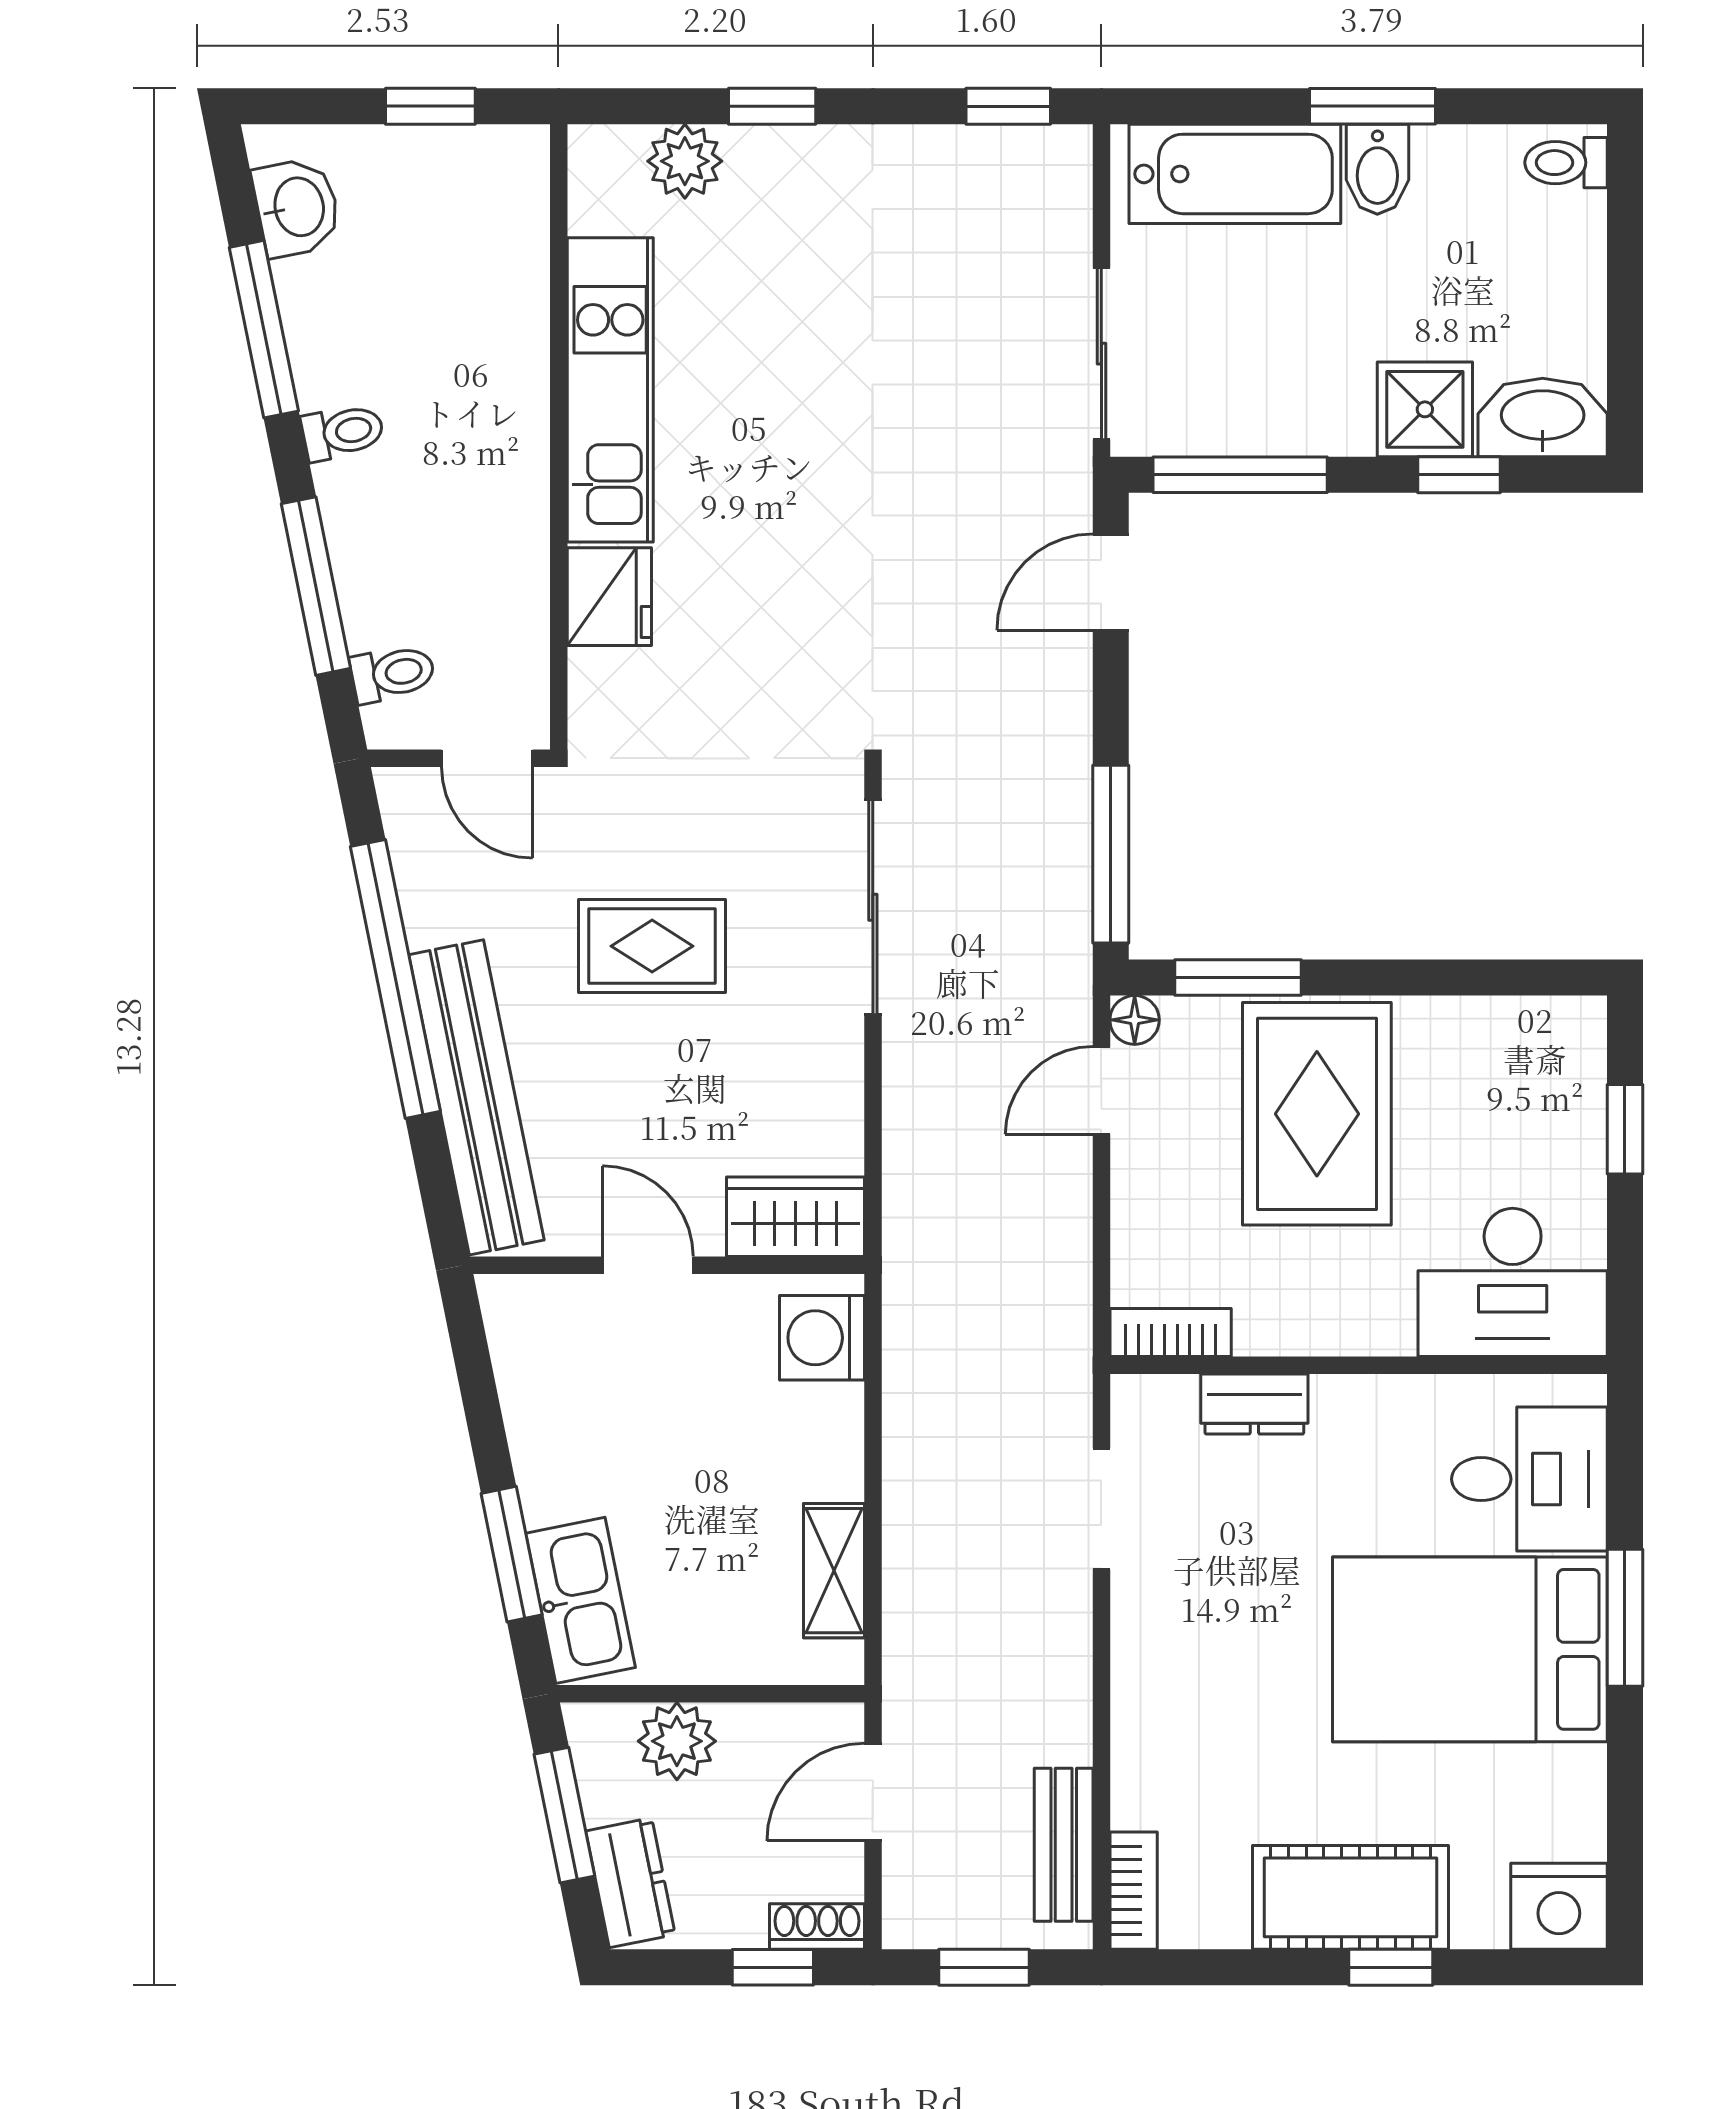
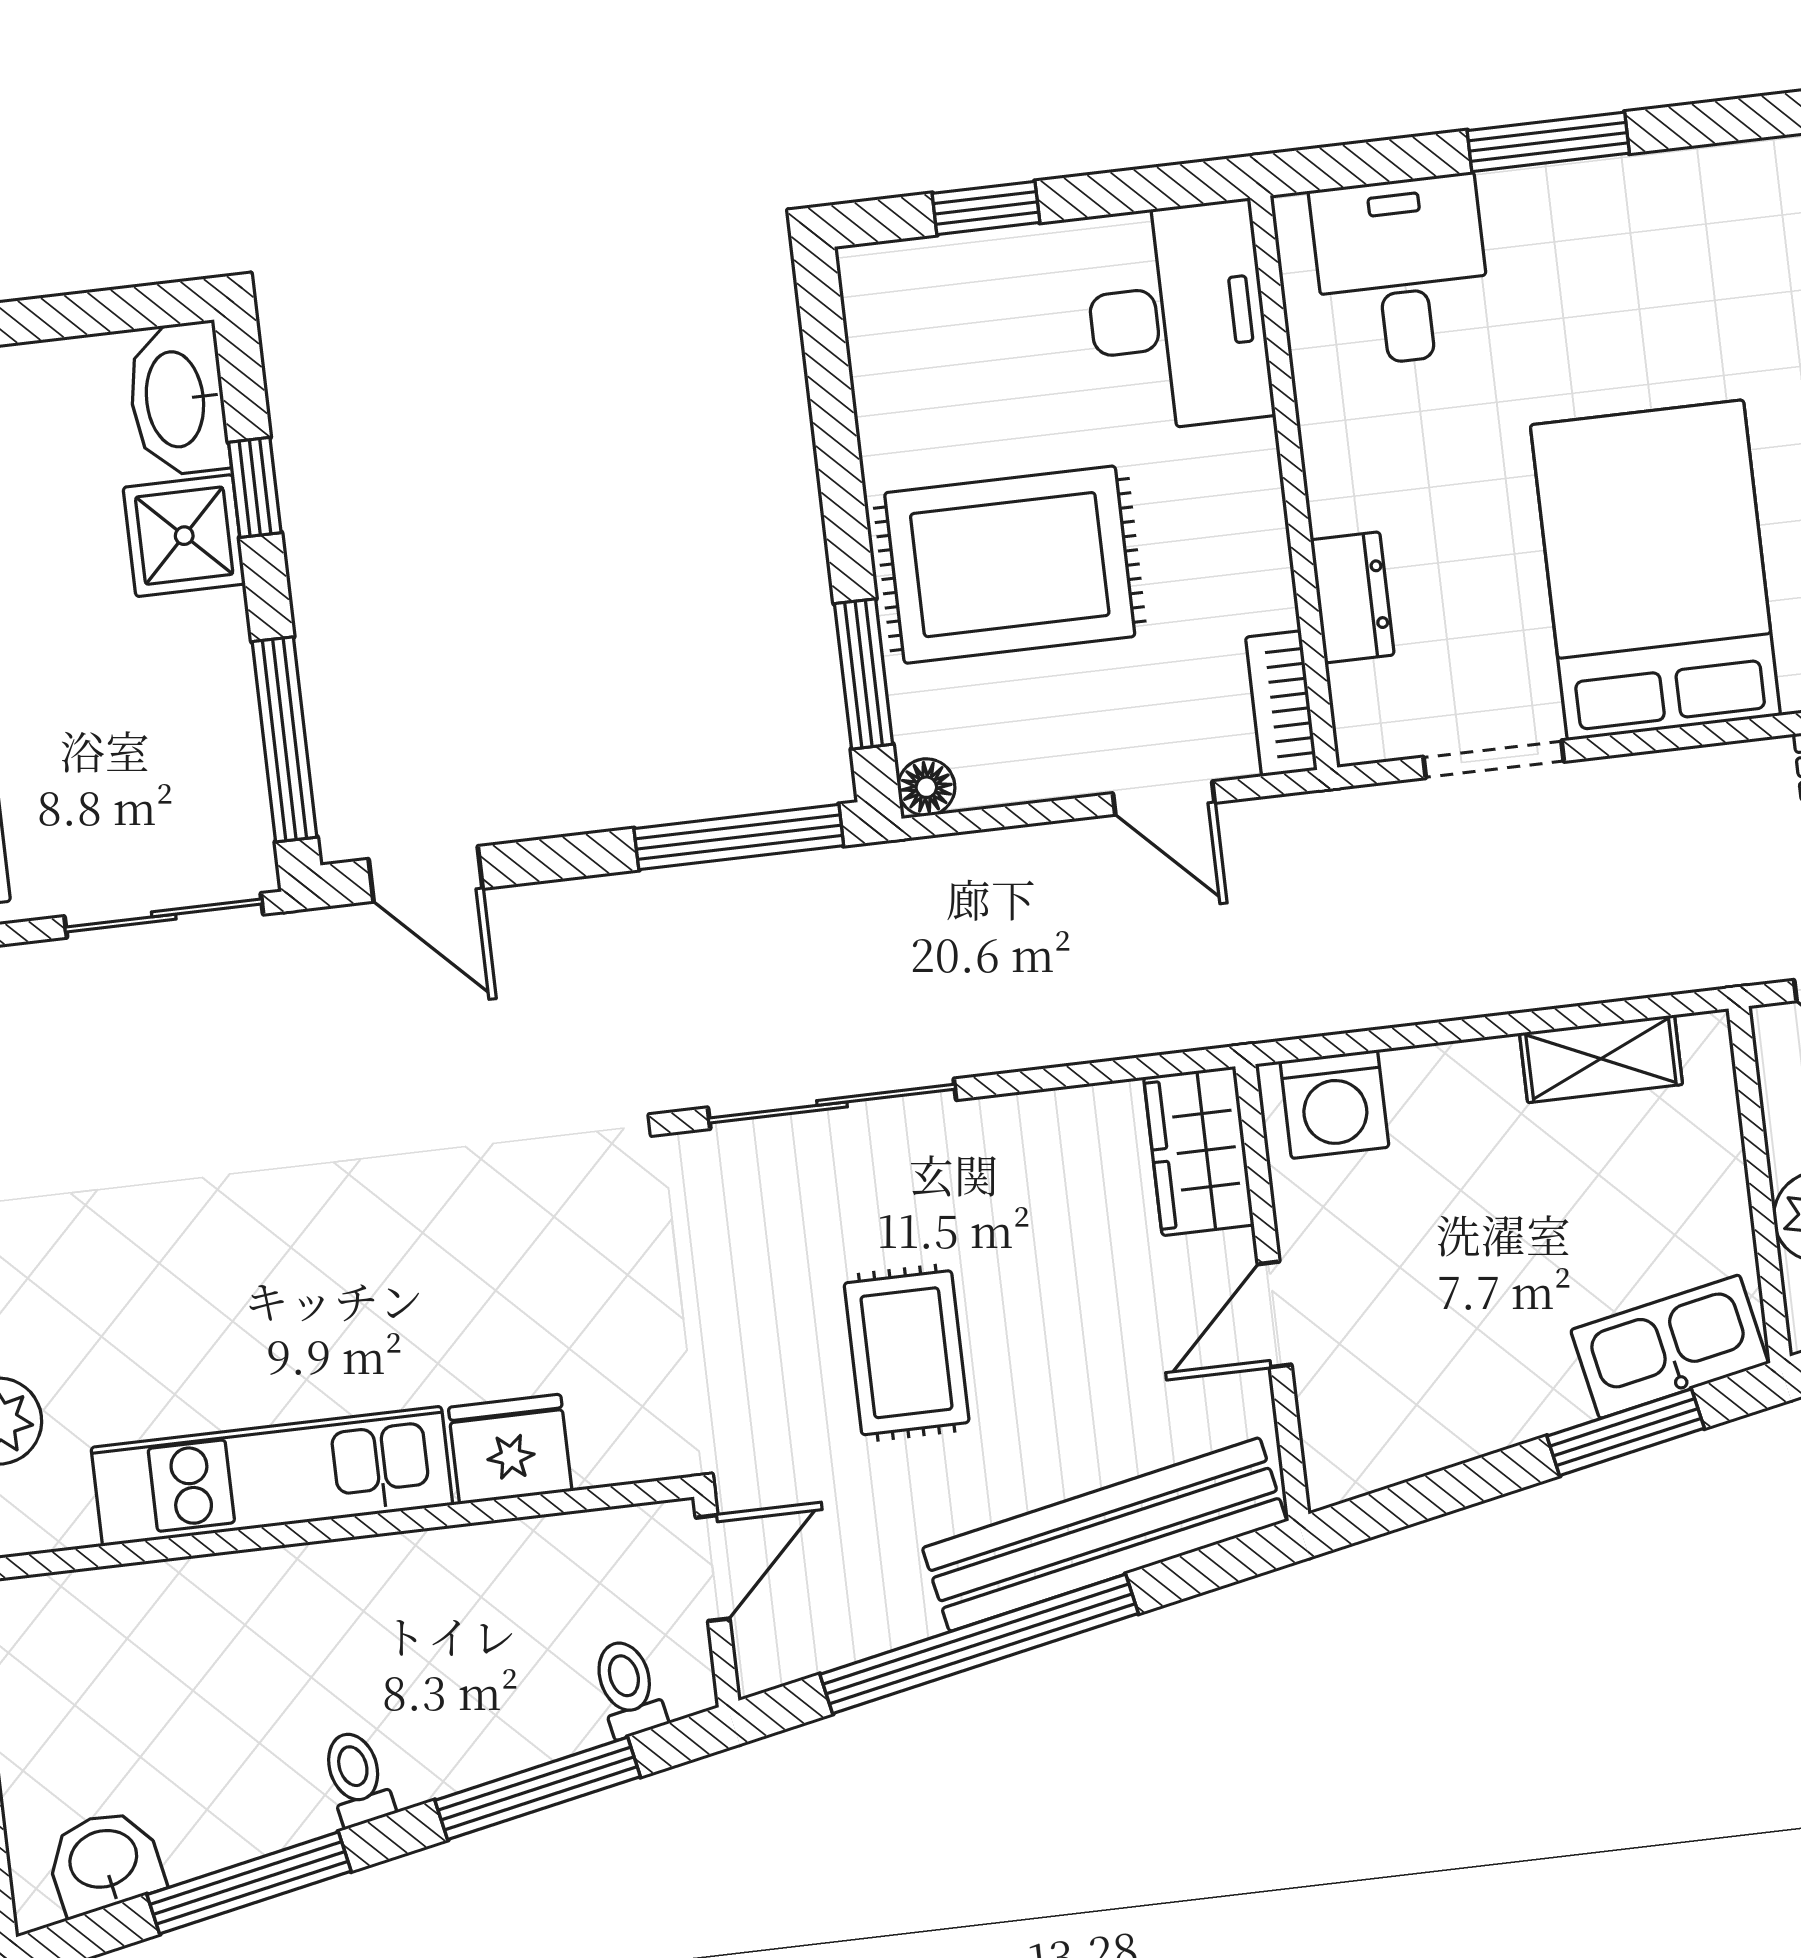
door: (1101, 1091) -> (1164, 798), moved
bed: (1470, 1649) -> (1655, 570), moved, turned 180

